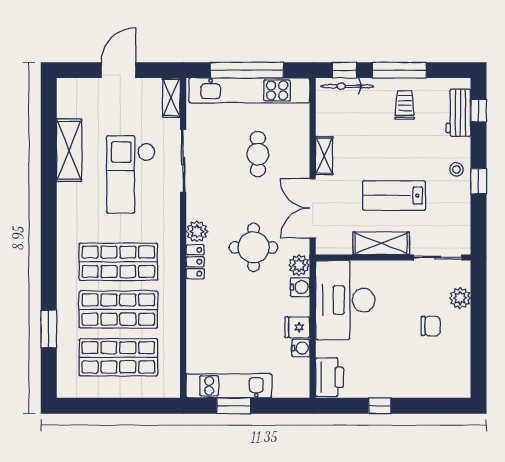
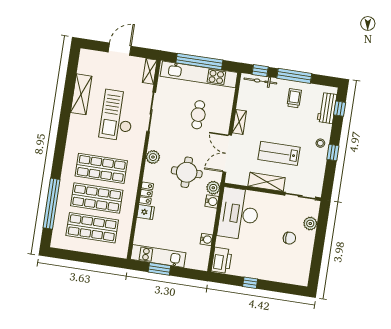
locker: (195, 262) -> (146, 193), moved
fridge: (297, 327) -> (146, 212), moved, turned 180
window: (49, 329) -> (52, 204), width x2.11

